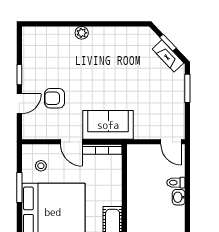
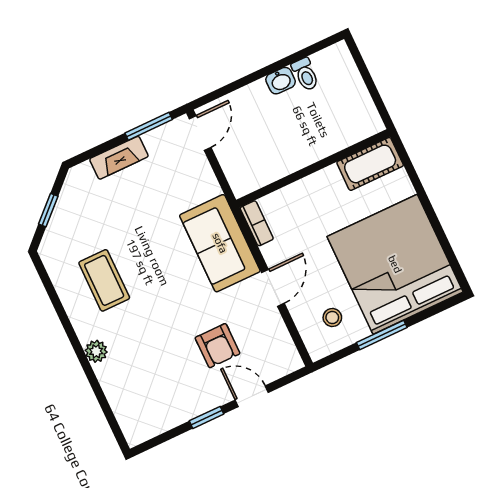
coffee table: (117, 55) -> (104, 280), added
fireplace: (168, 56) -> (119, 158), moved, turned 44
window: (187, 88) -> (149, 126), moved
bookcase: (102, 149) -> (257, 223), width x0.64
toilet: (176, 183) -> (305, 74), moved

